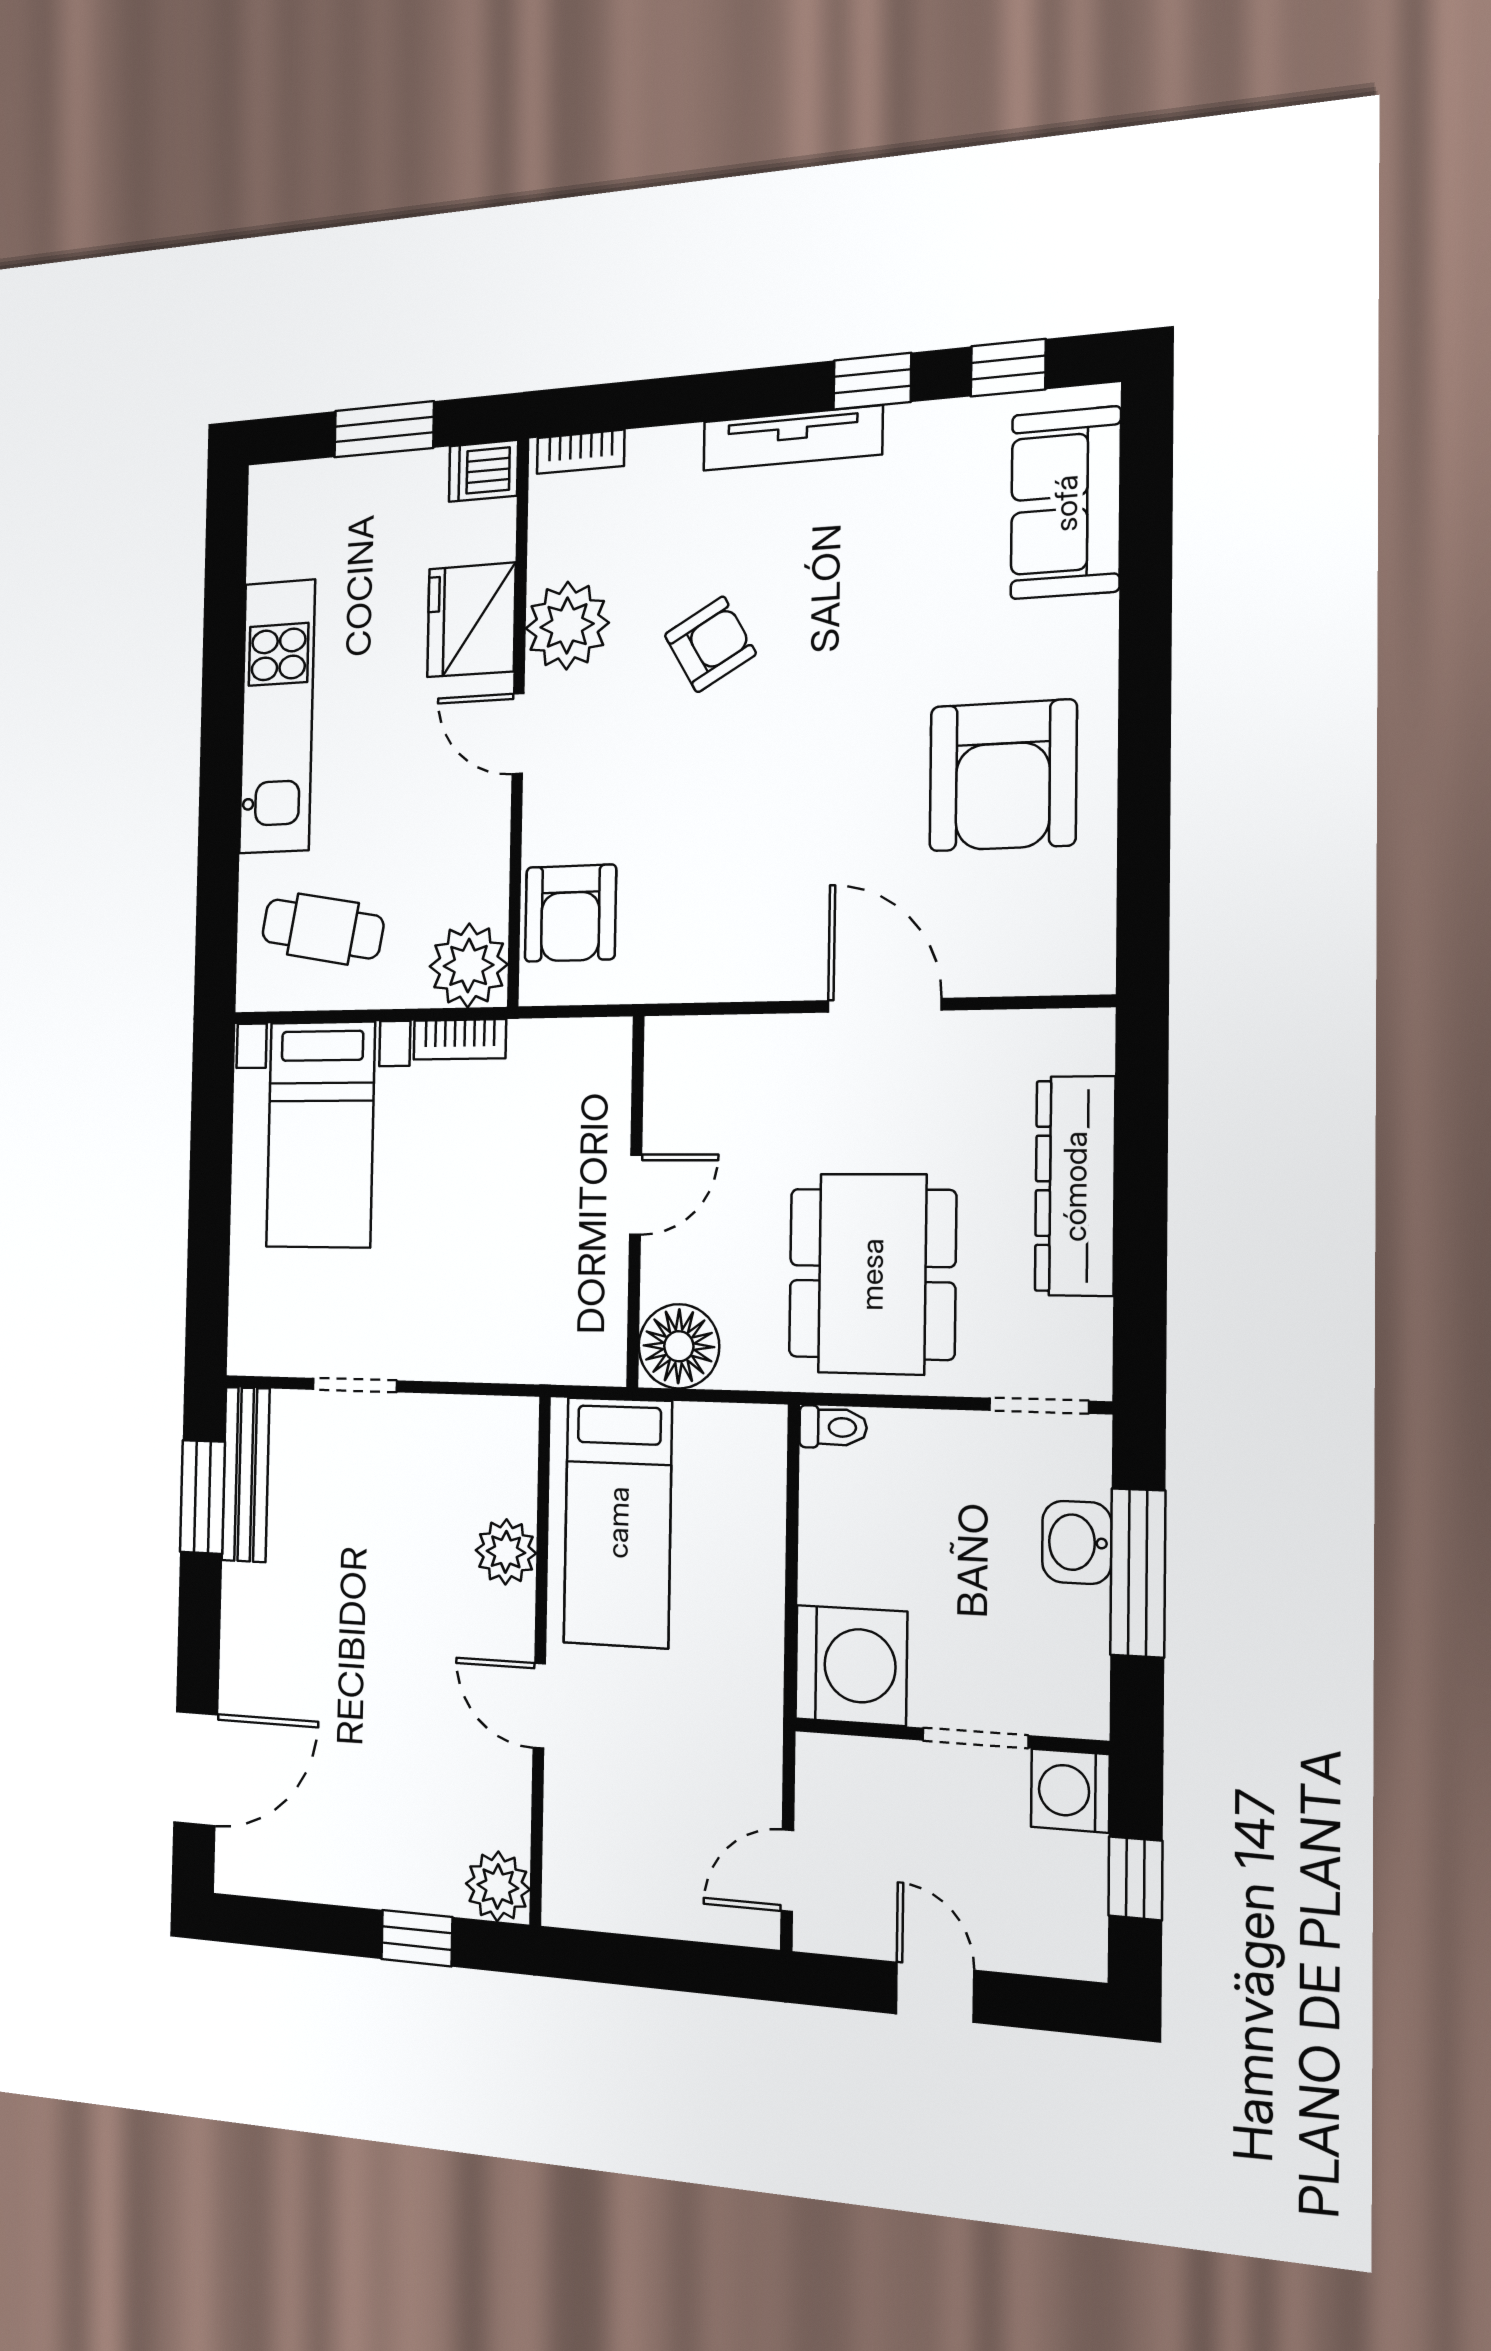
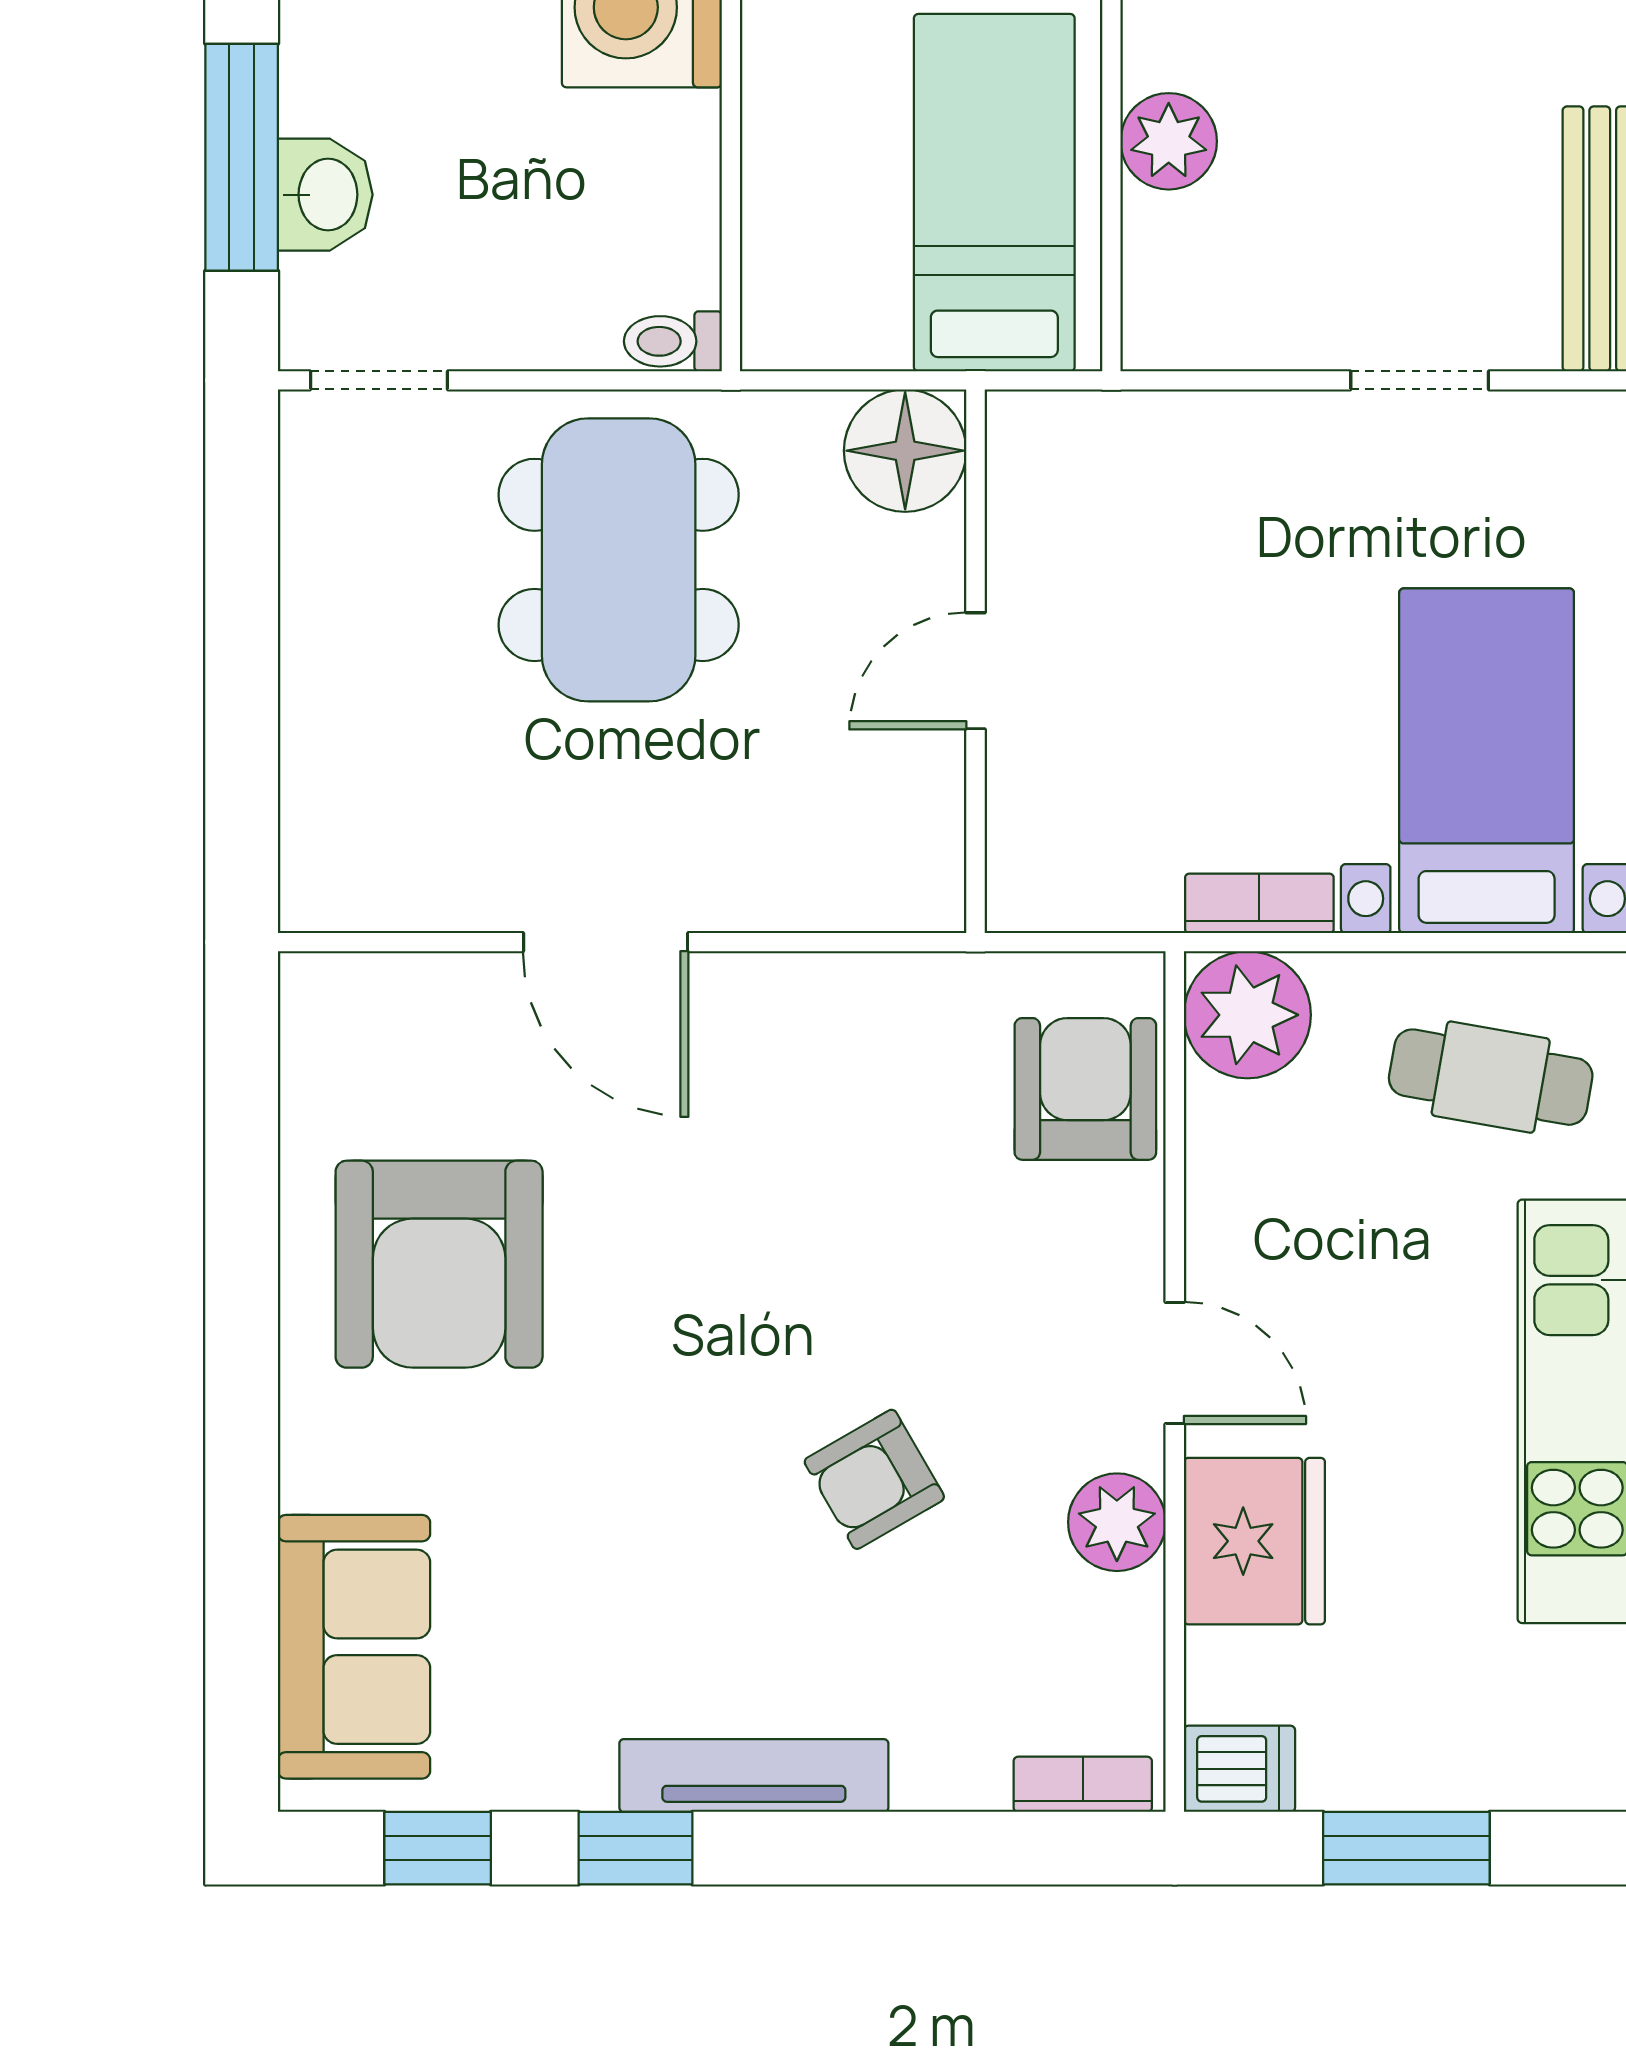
plant: (567, 626) -> (1117, 1522), width x0.73, depth x0.73
armchair: (1003, 776) -> (439, 1264), turned 180
dresser: (1075, 1186) -> (332, 686), removed

